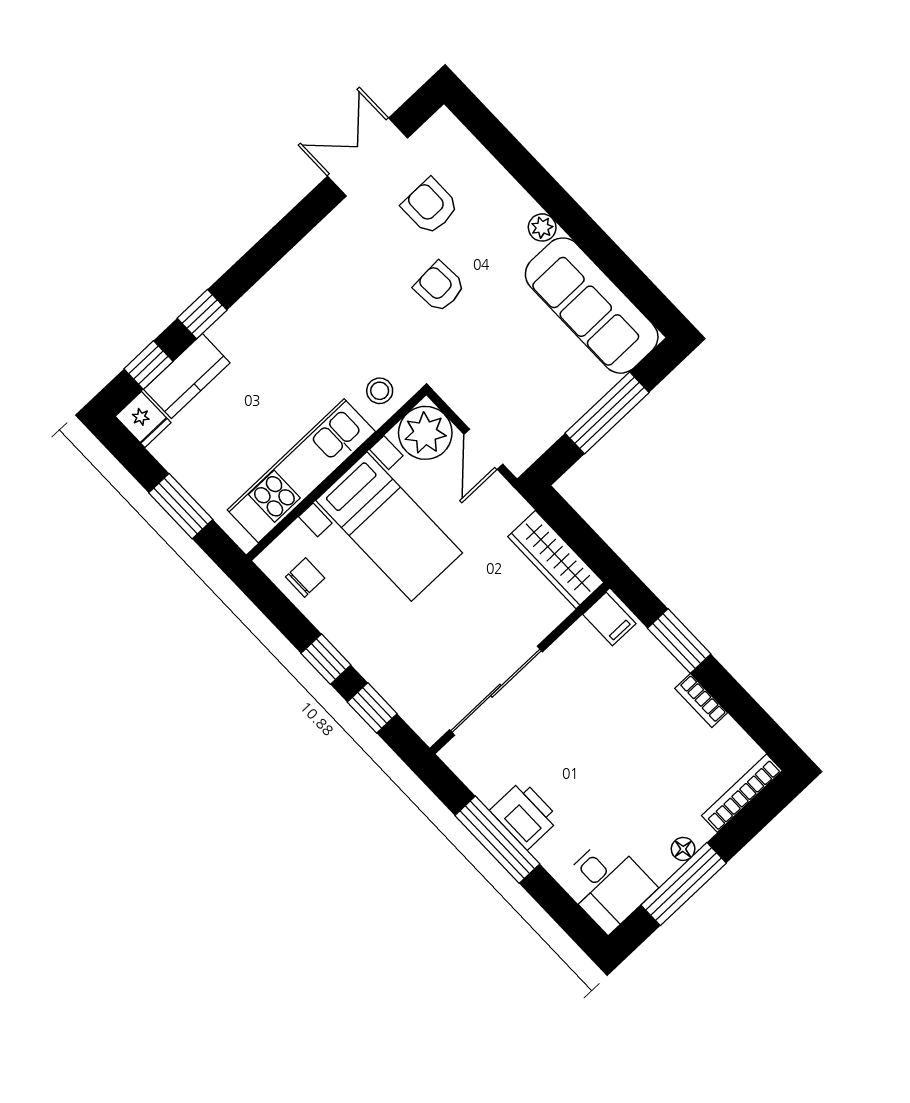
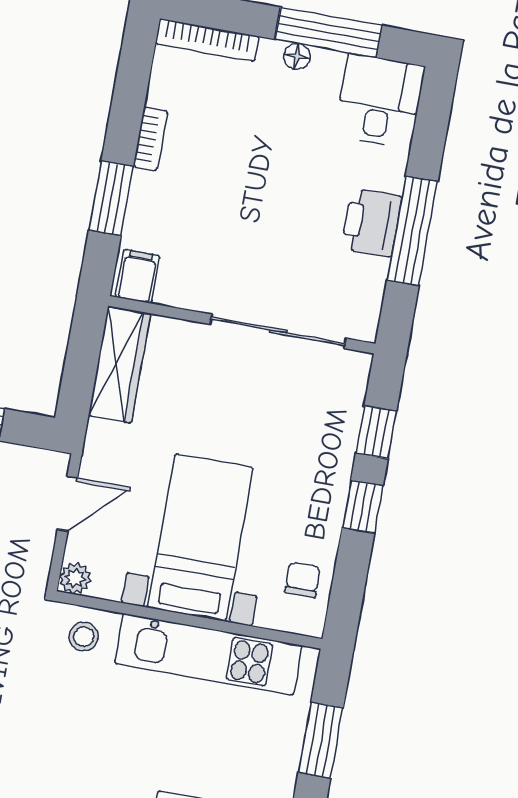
plant: (425, 433) -> (75, 578), width x0.53, depth x0.53
chair: (305, 577) -> (303, 580), turned 90

